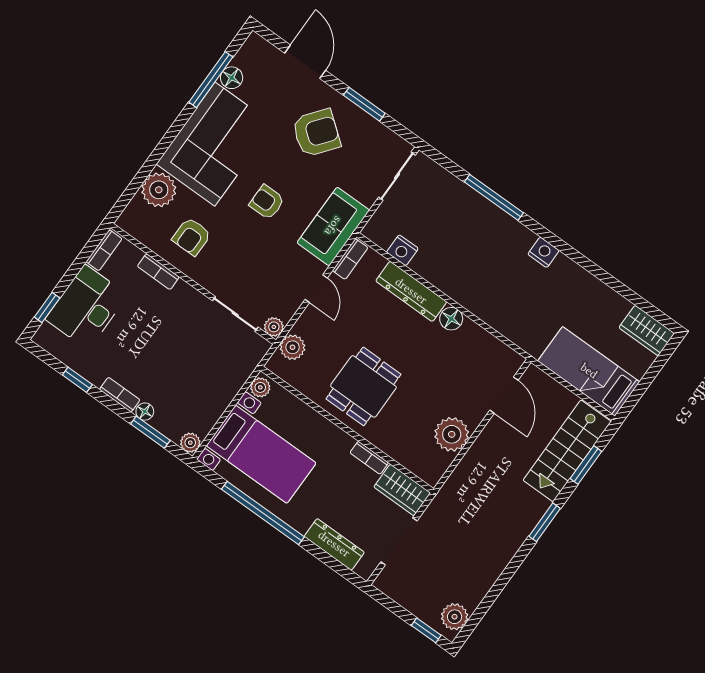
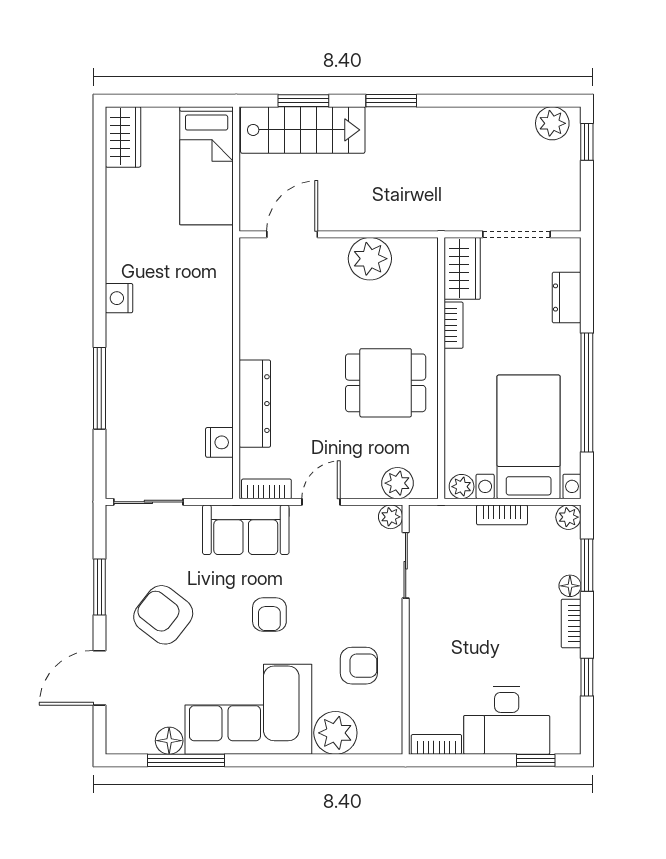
bookcase: (158, 272) -> (502, 515), moved, turned 90
floor lamp: (451, 319) -> (253, 343), removed
dresser: (334, 544) -> (567, 298), width x0.70

